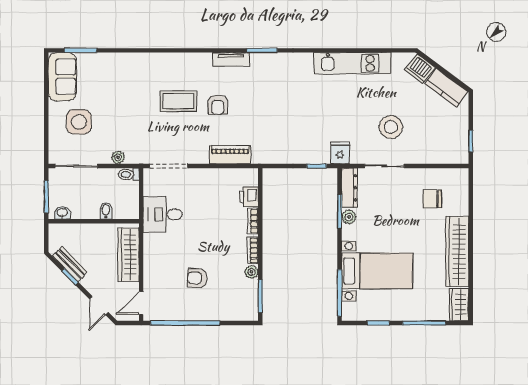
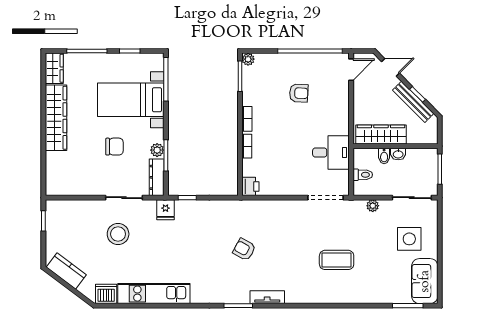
dishwasher: (420, 69) -> (106, 294), moved, turned -37
coffee table: (178, 101) -> (337, 260), moved
armchair: (218, 105) -> (244, 249), moved, turned -61
piano: (230, 155) -> (268, 208), removed
toilet: (129, 174) -> (363, 175), moved
printer: (249, 197) -> (250, 186), moved
chair: (432, 199) -> (114, 147), moved
washbasin: (62, 213) -> (398, 154), moved
wardrobe: (129, 255) -> (381, 134), moved, turned -90
bench: (70, 264) -> (413, 102), width x1.36
plant: (251, 272) -> (248, 59), moved
door: (99, 306) -> (391, 67), hinge flipped

